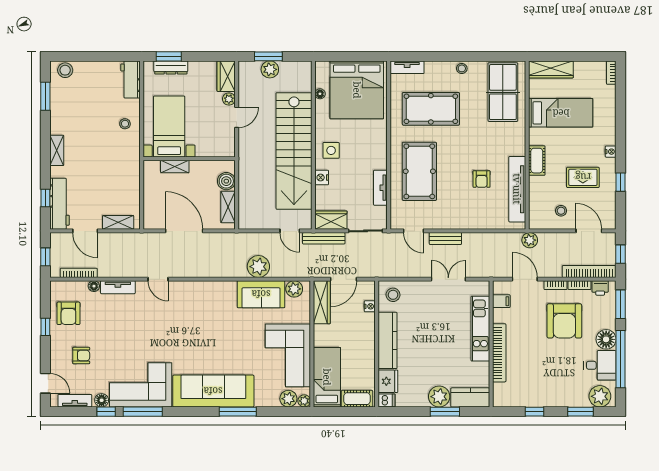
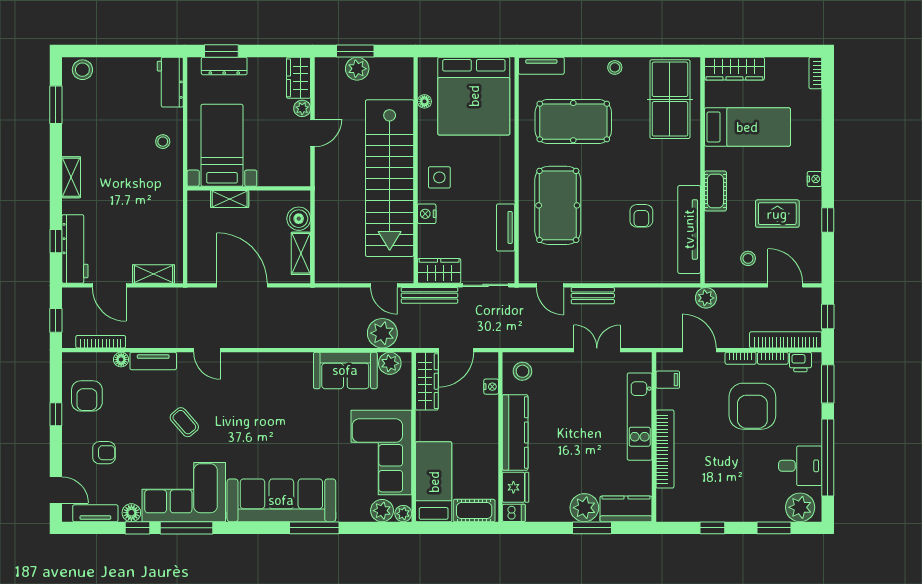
plant: (258, 267) -> (382, 333), moved
coffee table: (141, 333) -> (184, 422), added
floor lamp: (606, 339) -> (808, 431), removed

